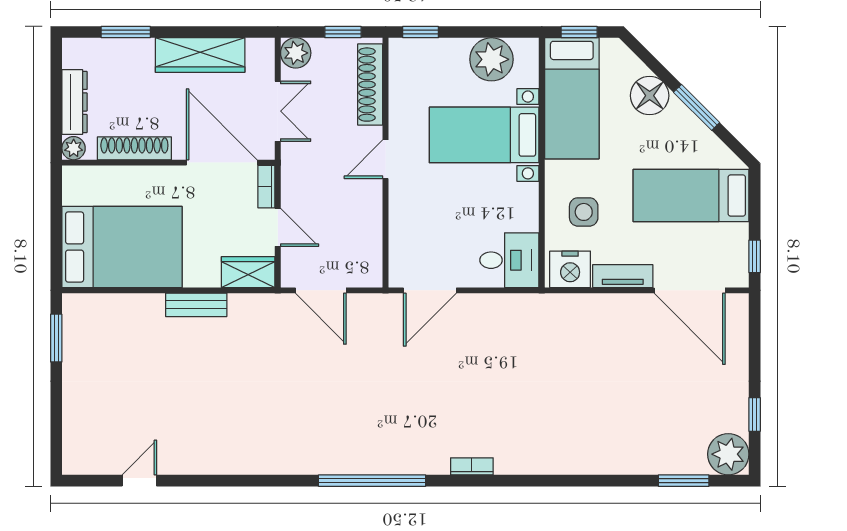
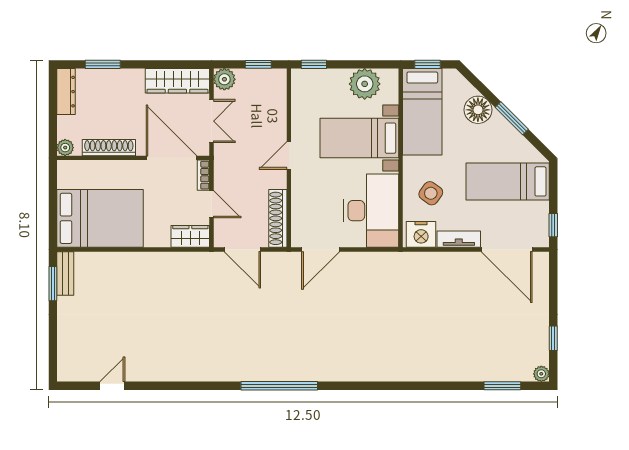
wardrobe: (200, 55) -> (177, 81), moved
shoe rack: (370, 85) -> (278, 218), moved
dresser: (75, 102) -> (66, 92), moved
side table: (584, 212) -> (431, 193), turned 36
desk: (509, 260) -> (371, 211), width x1.87, depth x1.30
bench: (196, 305) -> (65, 273), moved, turned 90
plant: (728, 454) -> (541, 374), width x0.53, depth x0.53
bookcase: (472, 466) -> (351, 376), removed

